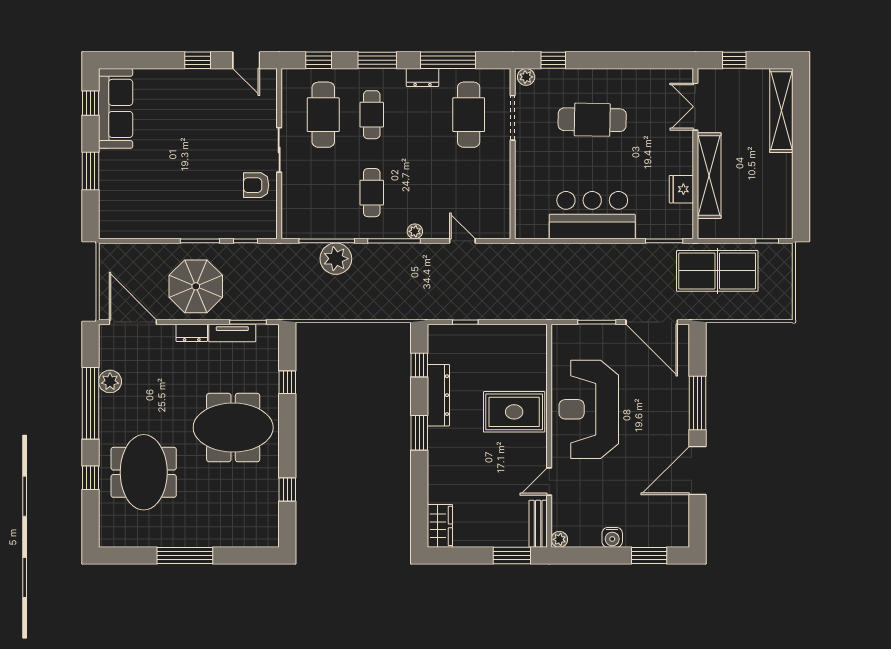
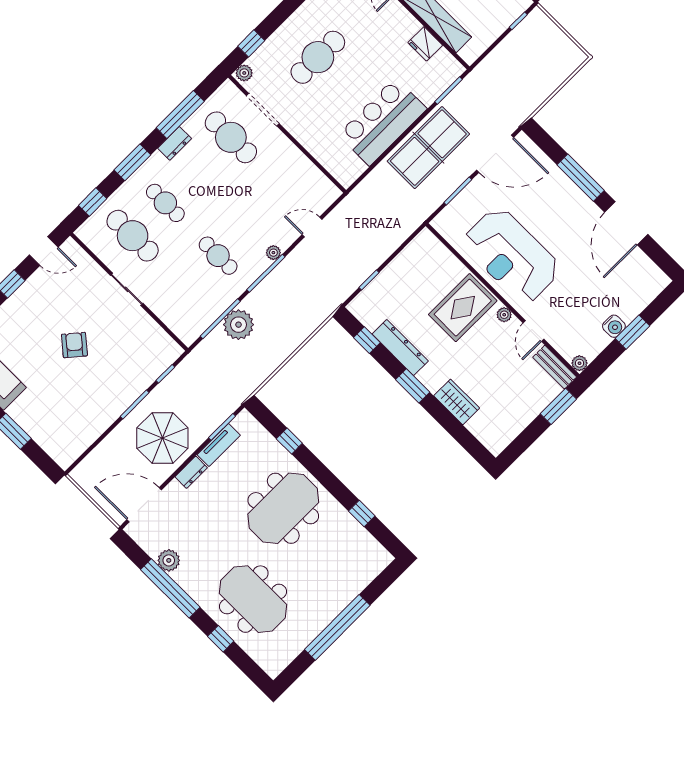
armchair: (256, 185) -> (74, 345), moved, turned 130
table tennis table: (717, 271) -> (428, 148), moved
plant: (540, 448) -> (504, 315), added
wardrobe: (440, 526) -> (457, 402), moved
window: (185, 556) -> (337, 627), width x1.46
window: (649, 556) -> (633, 332), moved

